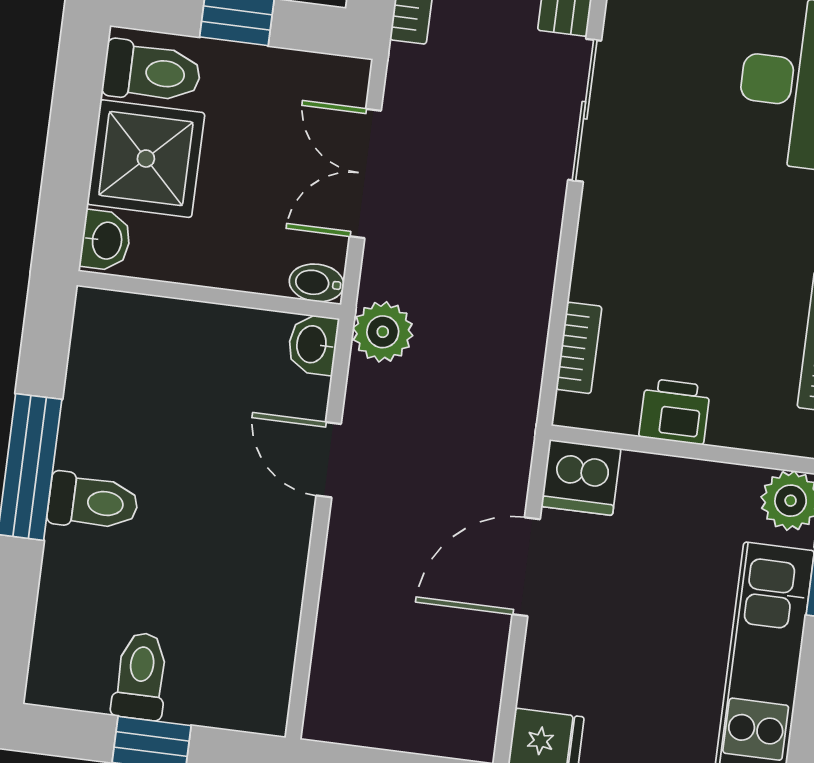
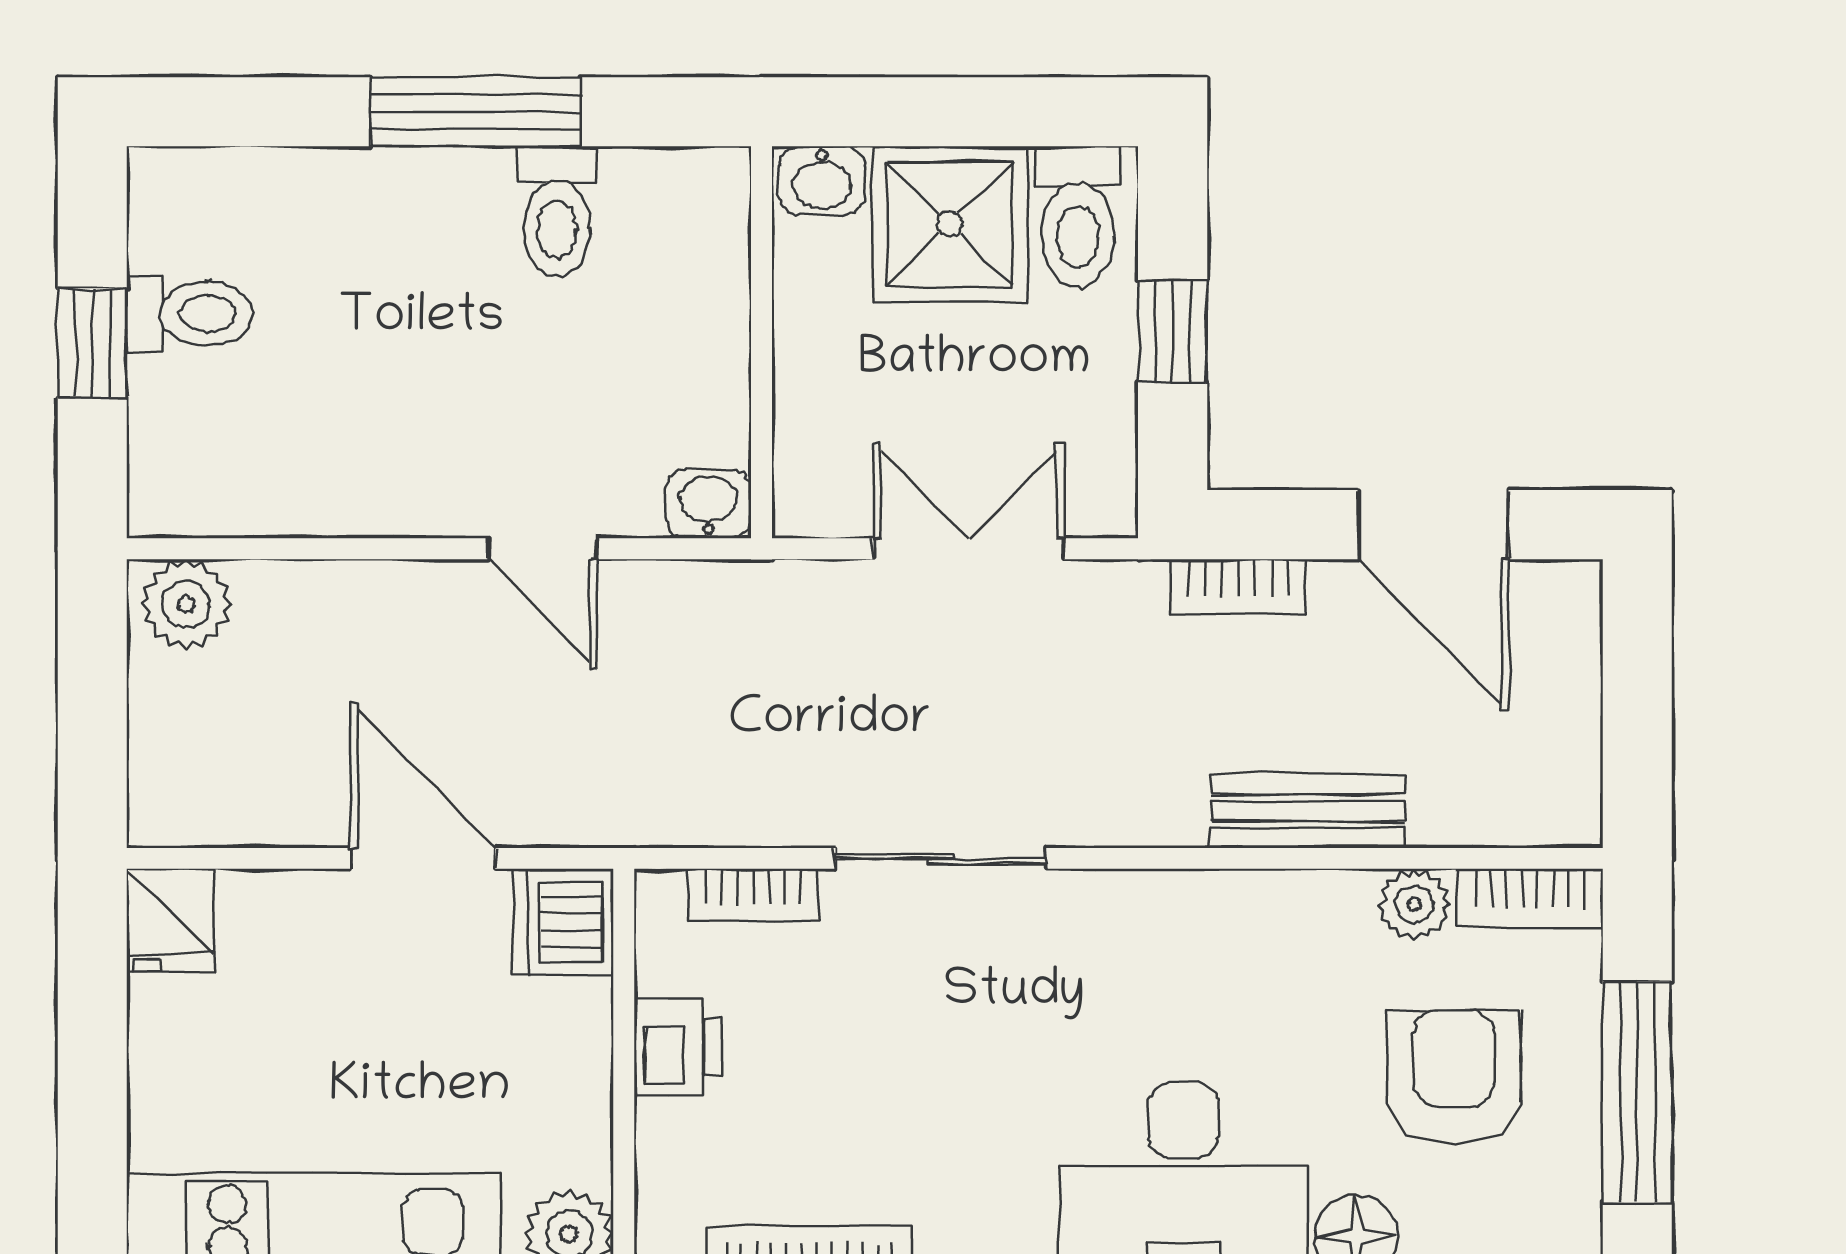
sliding door: (585, 110) -> (941, 858), moved
bidet: (317, 283) -> (799, 498), removed
plant: (383, 332) -> (186, 604), moved
door: (329, 460) -> (542, 549), swing flipped
toilet: (93, 502) -> (557, 211), moved

